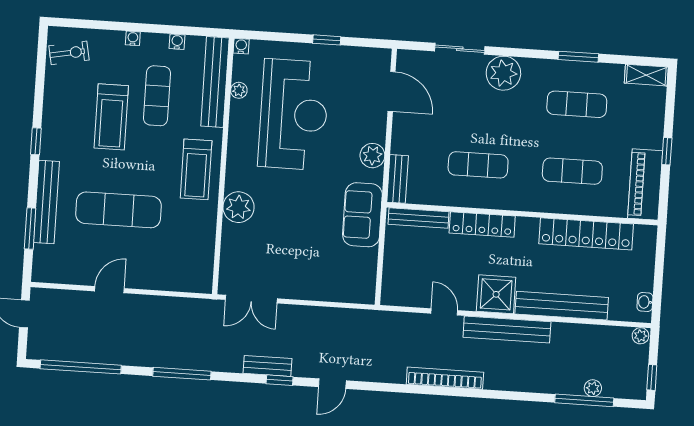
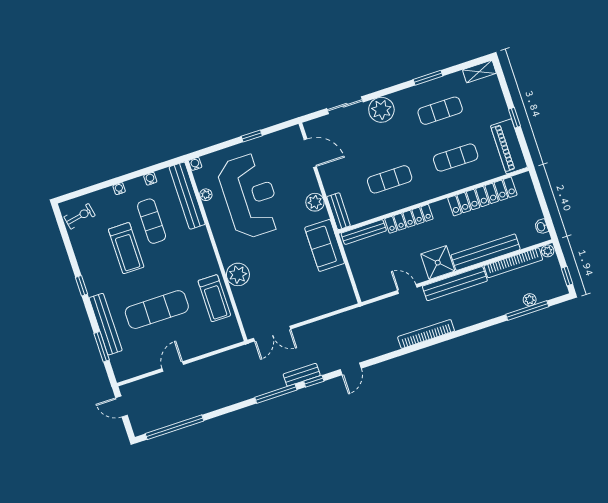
treadmill: (196, 169) -> (214, 298), moved
bookcase: (591, 333) -> (513, 263), added
window: (182, 374) -> (276, 394), moved

